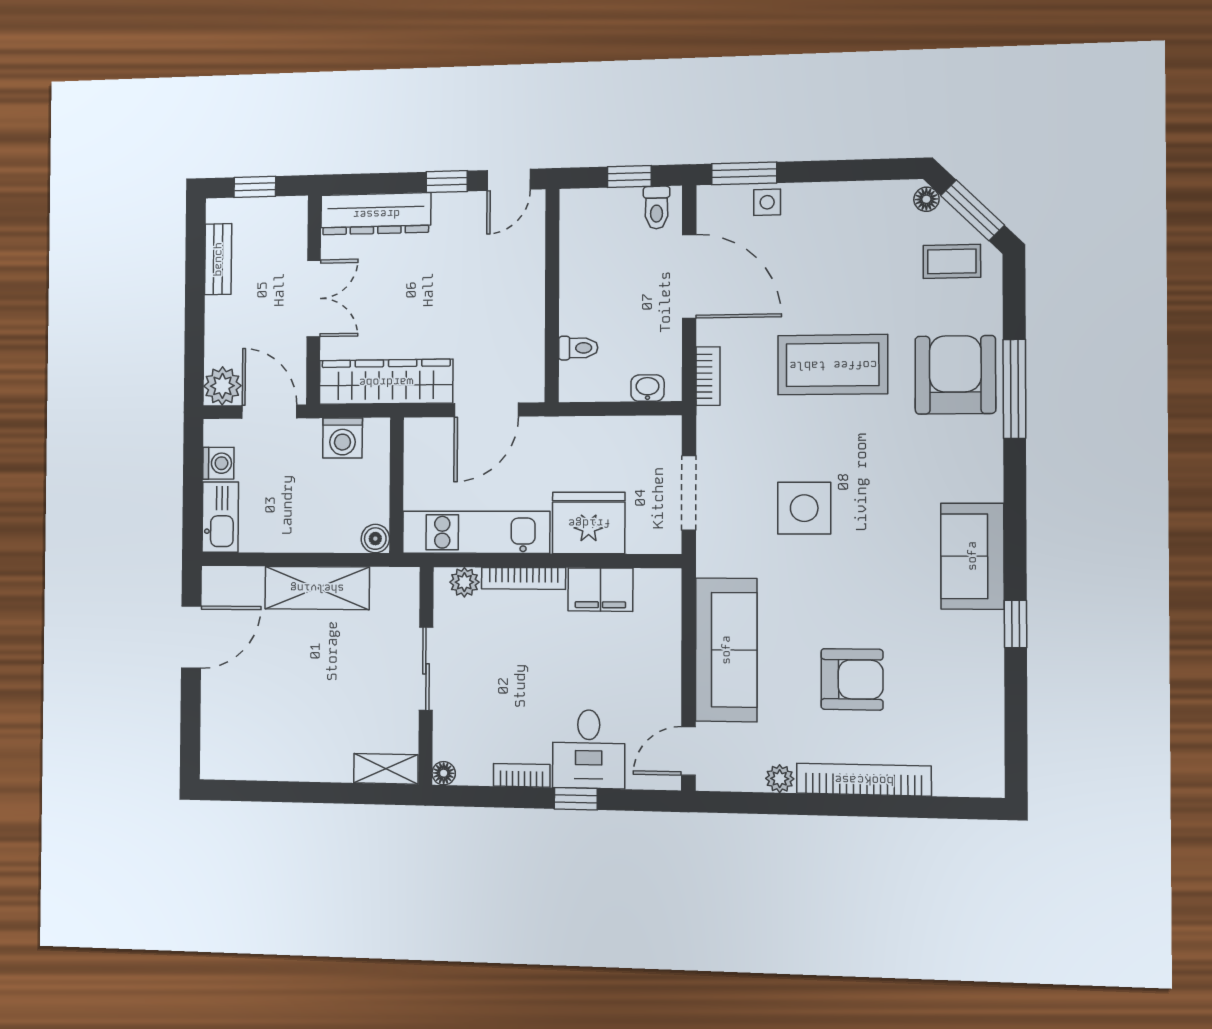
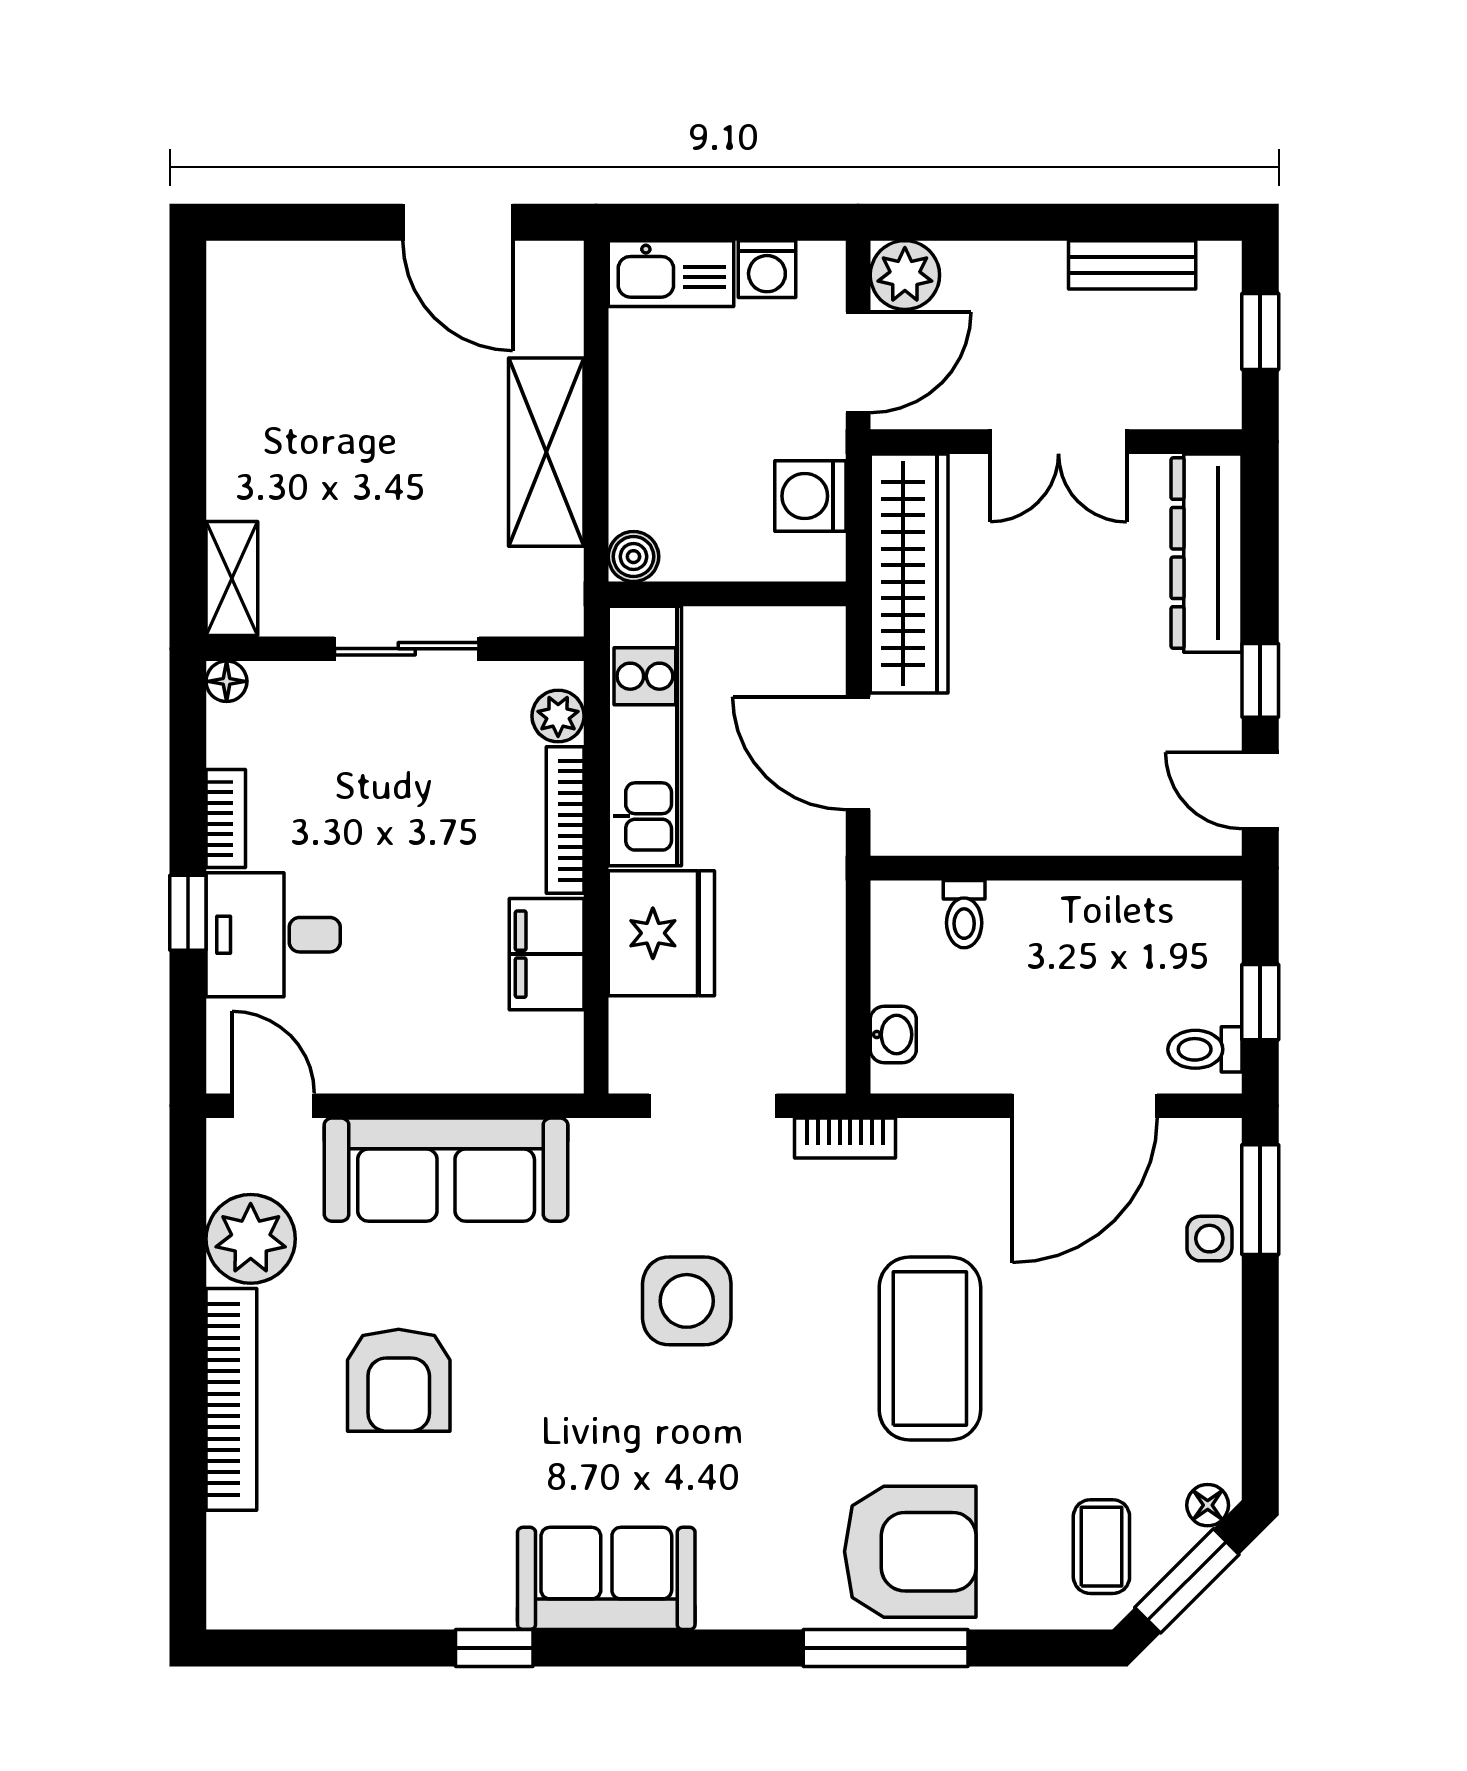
bookcase: (708, 376) -> (845, 1138), moved
plant: (780, 779) -> (251, 1239), width x1.88, depth x1.88

